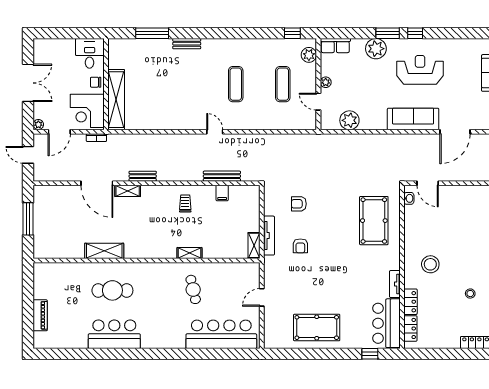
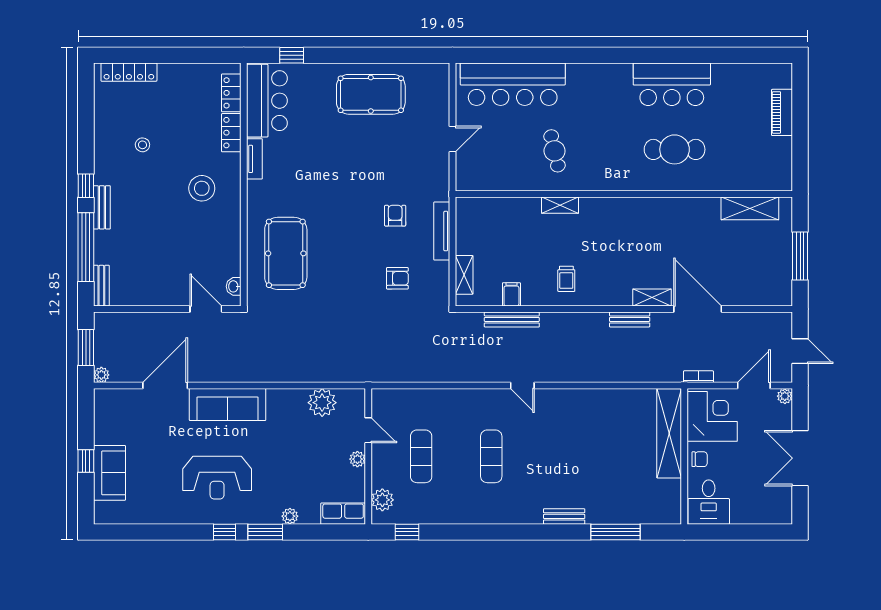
plant: (376, 49) -> (290, 516), width x0.53, depth x0.53
shelving: (254, 245) -> (464, 275), moved
shelving: (104, 251) -> (750, 208), moved

